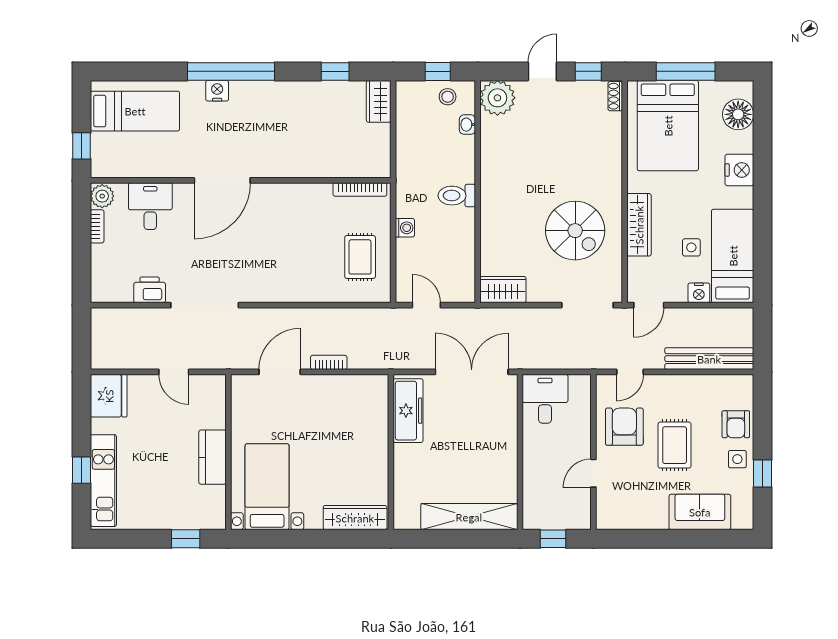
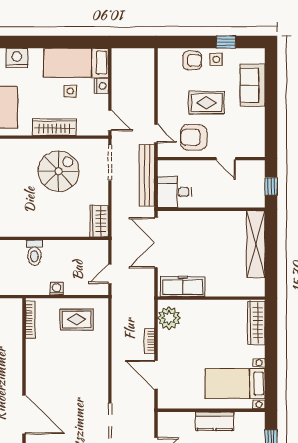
bench: (709, 359) -> (147, 176), moved
plant: (362, 391) -> (169, 318), added

